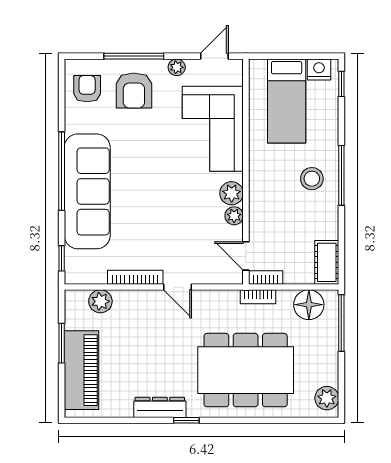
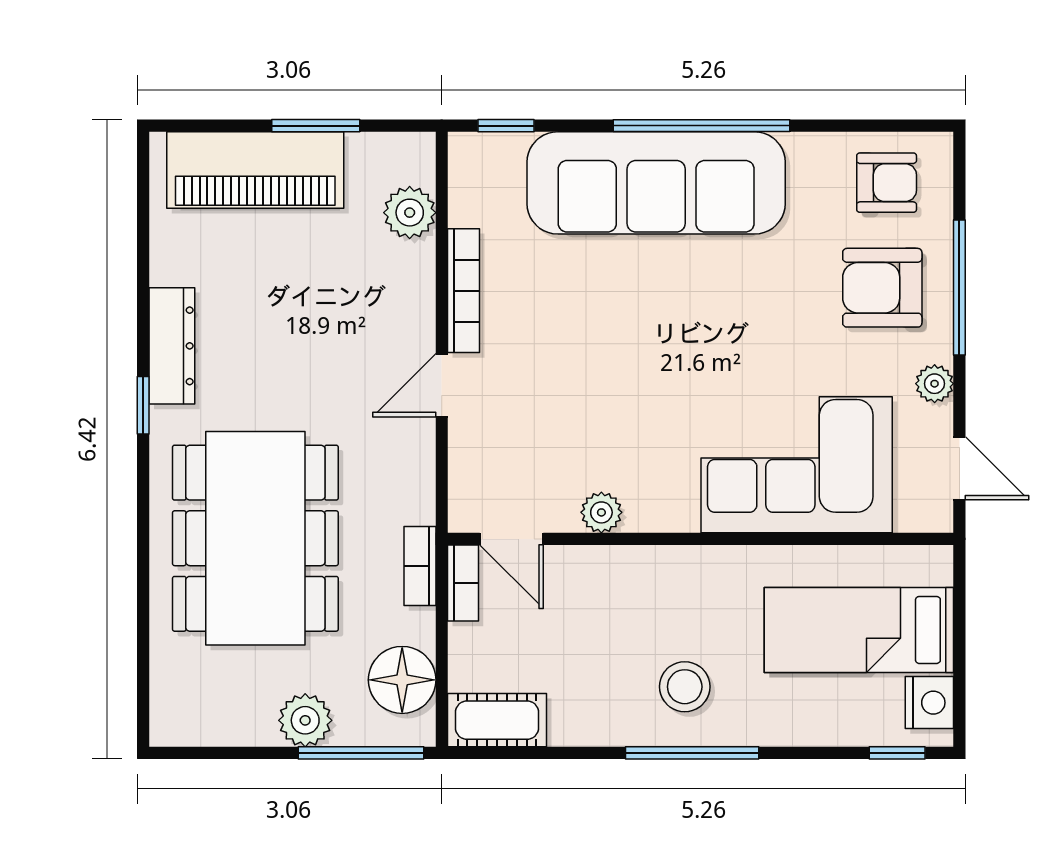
plant: (232, 193) -> (652, 507), removed
door: (246, 256) -> (512, 539), swing flipped
plant: (327, 398) -> (305, 720), moved

